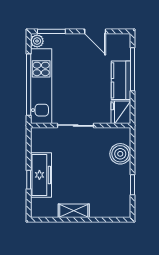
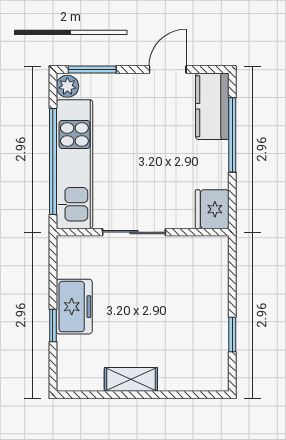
door: (95, 31) -> (168, 70), swing flipped
kitchen counter: (121, 80) -> (212, 106), moved
boiler: (120, 154) -> (211, 281), removed
freezer: (41, 175) -> (74, 307), width x0.71

